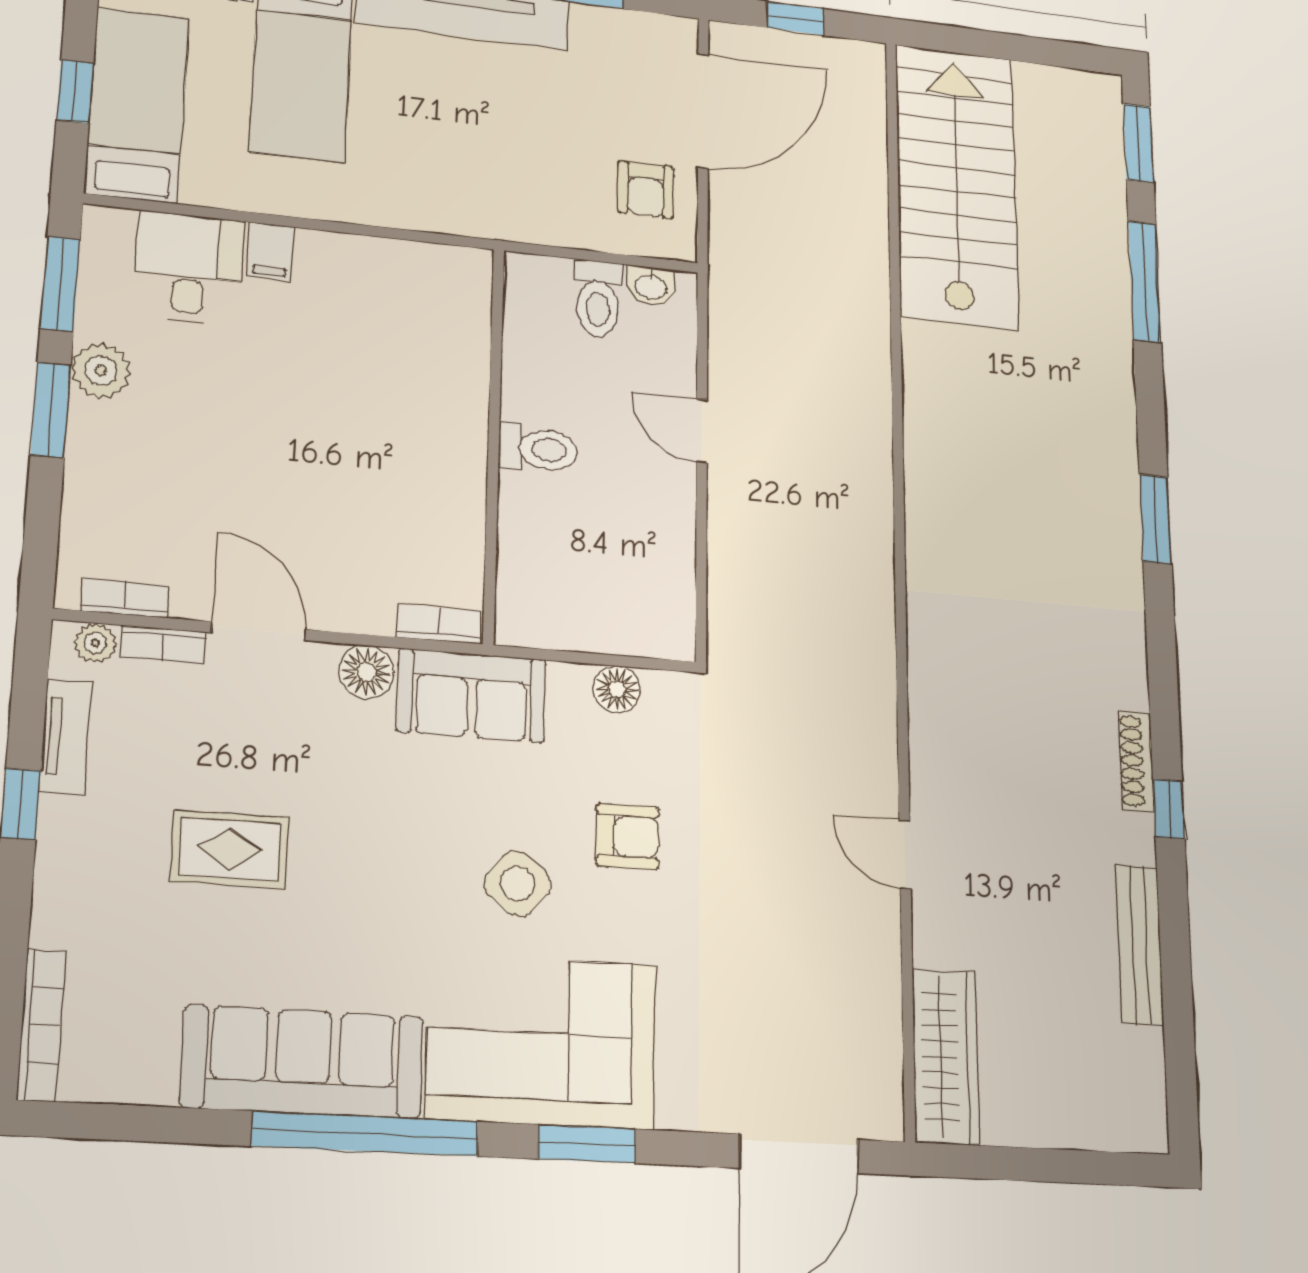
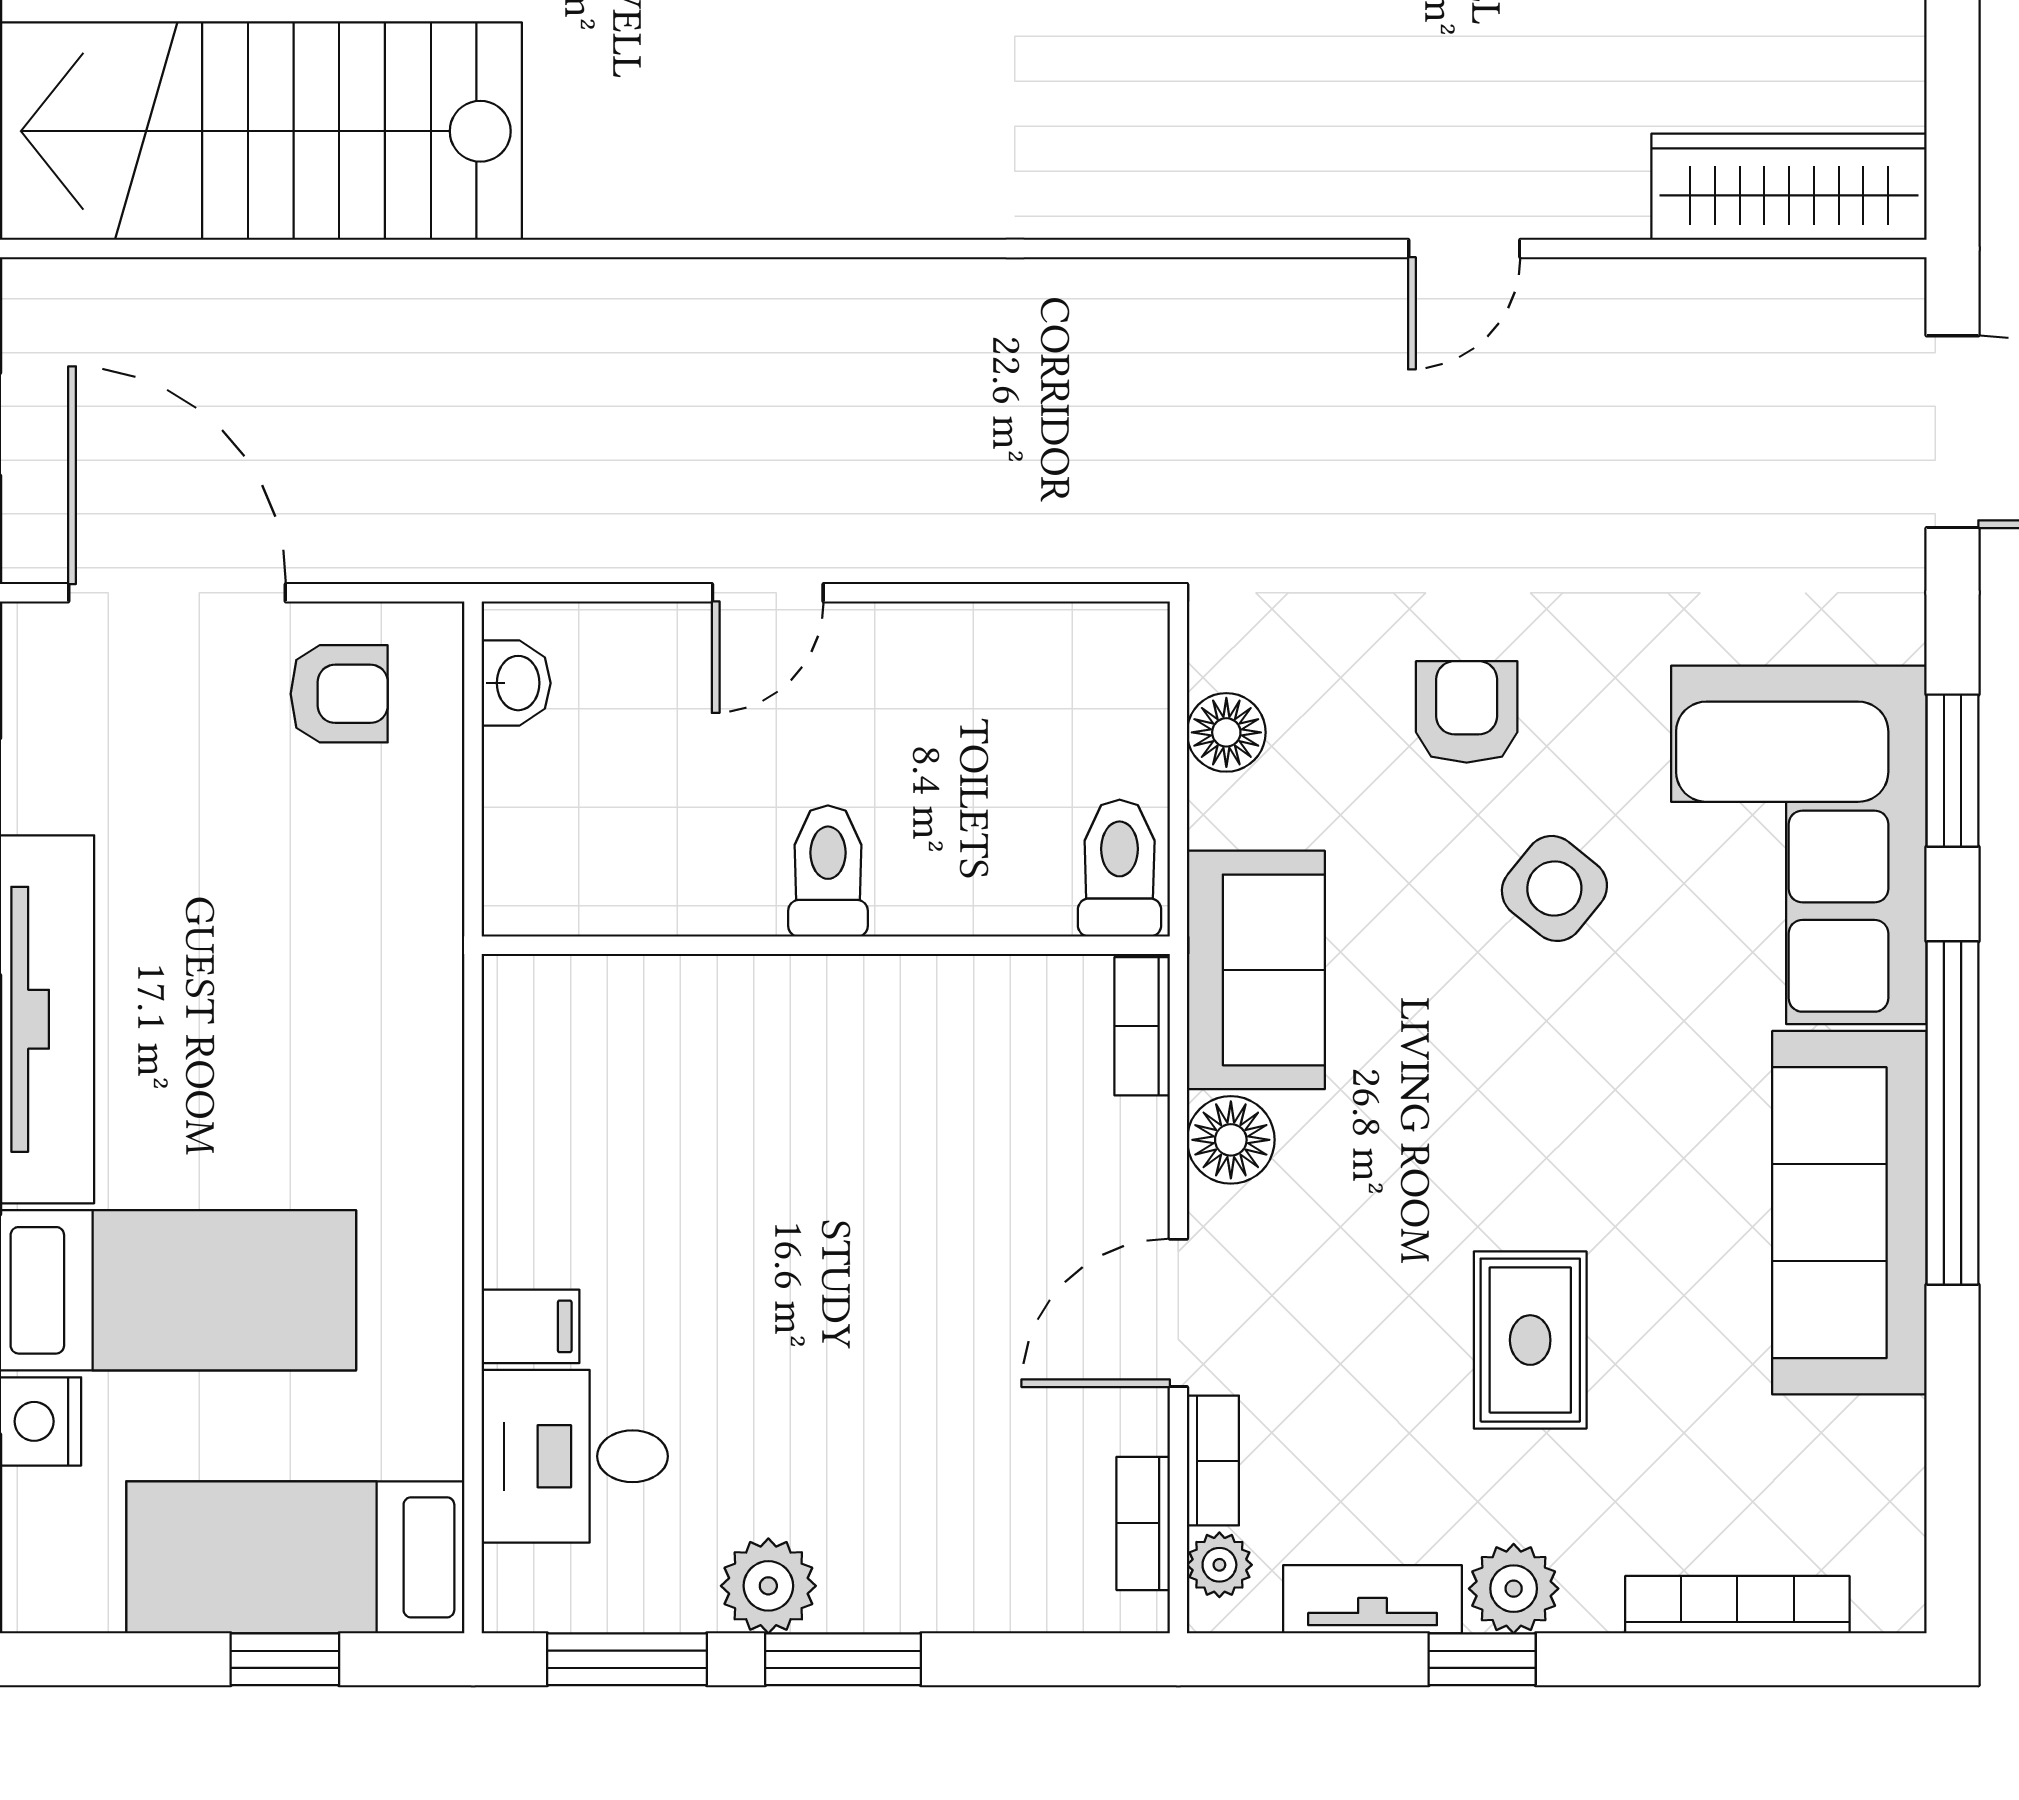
toilet: (598, 299) -> (1120, 868), moved, turned -90
plant: (66, 828) -> (1514, 1589), added
bookcase: (41, 1025) -> (1737, 1605), moved

